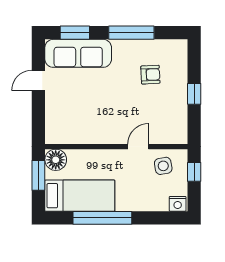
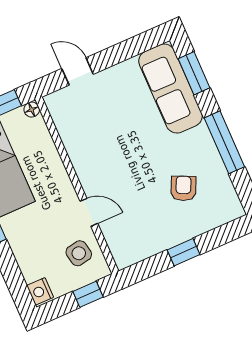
armchair: (150, 75) -> (183, 188), turned -152
door: (38, 80) -> (78, 71), moved
floor lamp: (56, 160) -> (32, 110), width x0.53, depth x0.53

